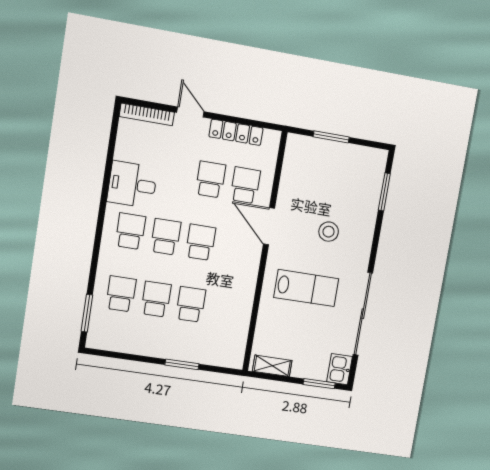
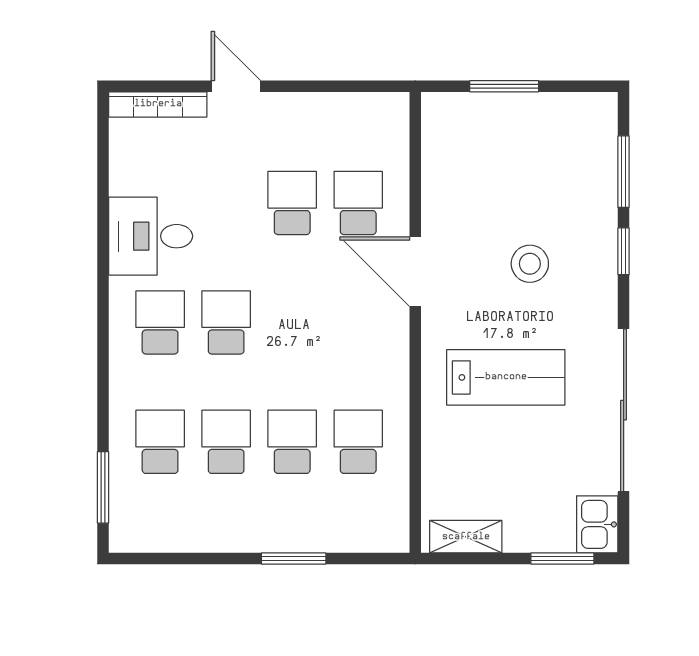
locker: (236, 132) -> (325, 109), removed
window: (377, 233) -> (624, 251), added
school desk: (201, 242) -> (358, 442), moved

